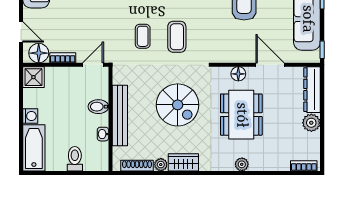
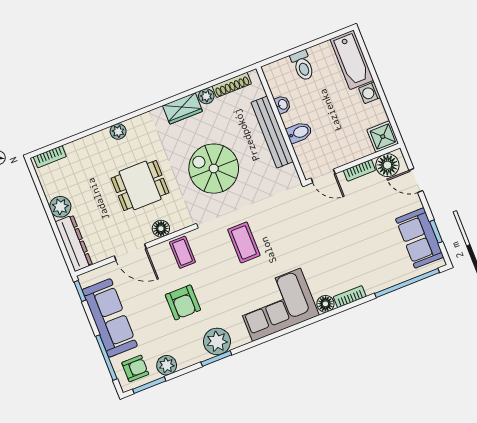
coffee table: (143, 36) -> (182, 252), moved
door: (93, 65) -> (323, 176), hinge flipped
dining table: (241, 115) -> (140, 185), width x0.73

